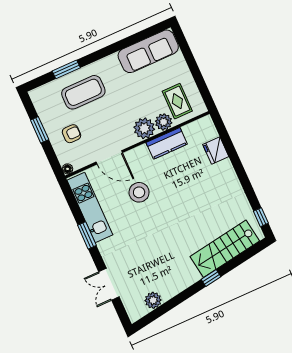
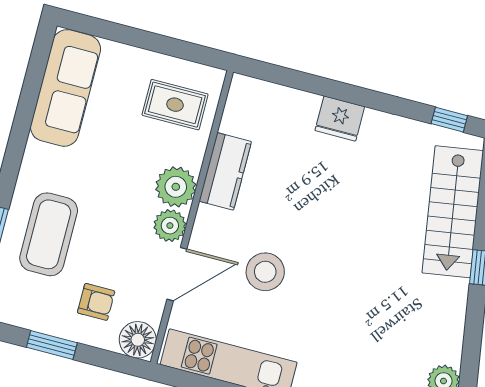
plant: (164, 122) -> (170, 226), moved
armchair: (72, 134) -> (96, 302), turned 90
fridge: (216, 150) -> (340, 118), moved
floor lamp: (68, 169) -> (138, 340), width x1.89, depth x1.89

